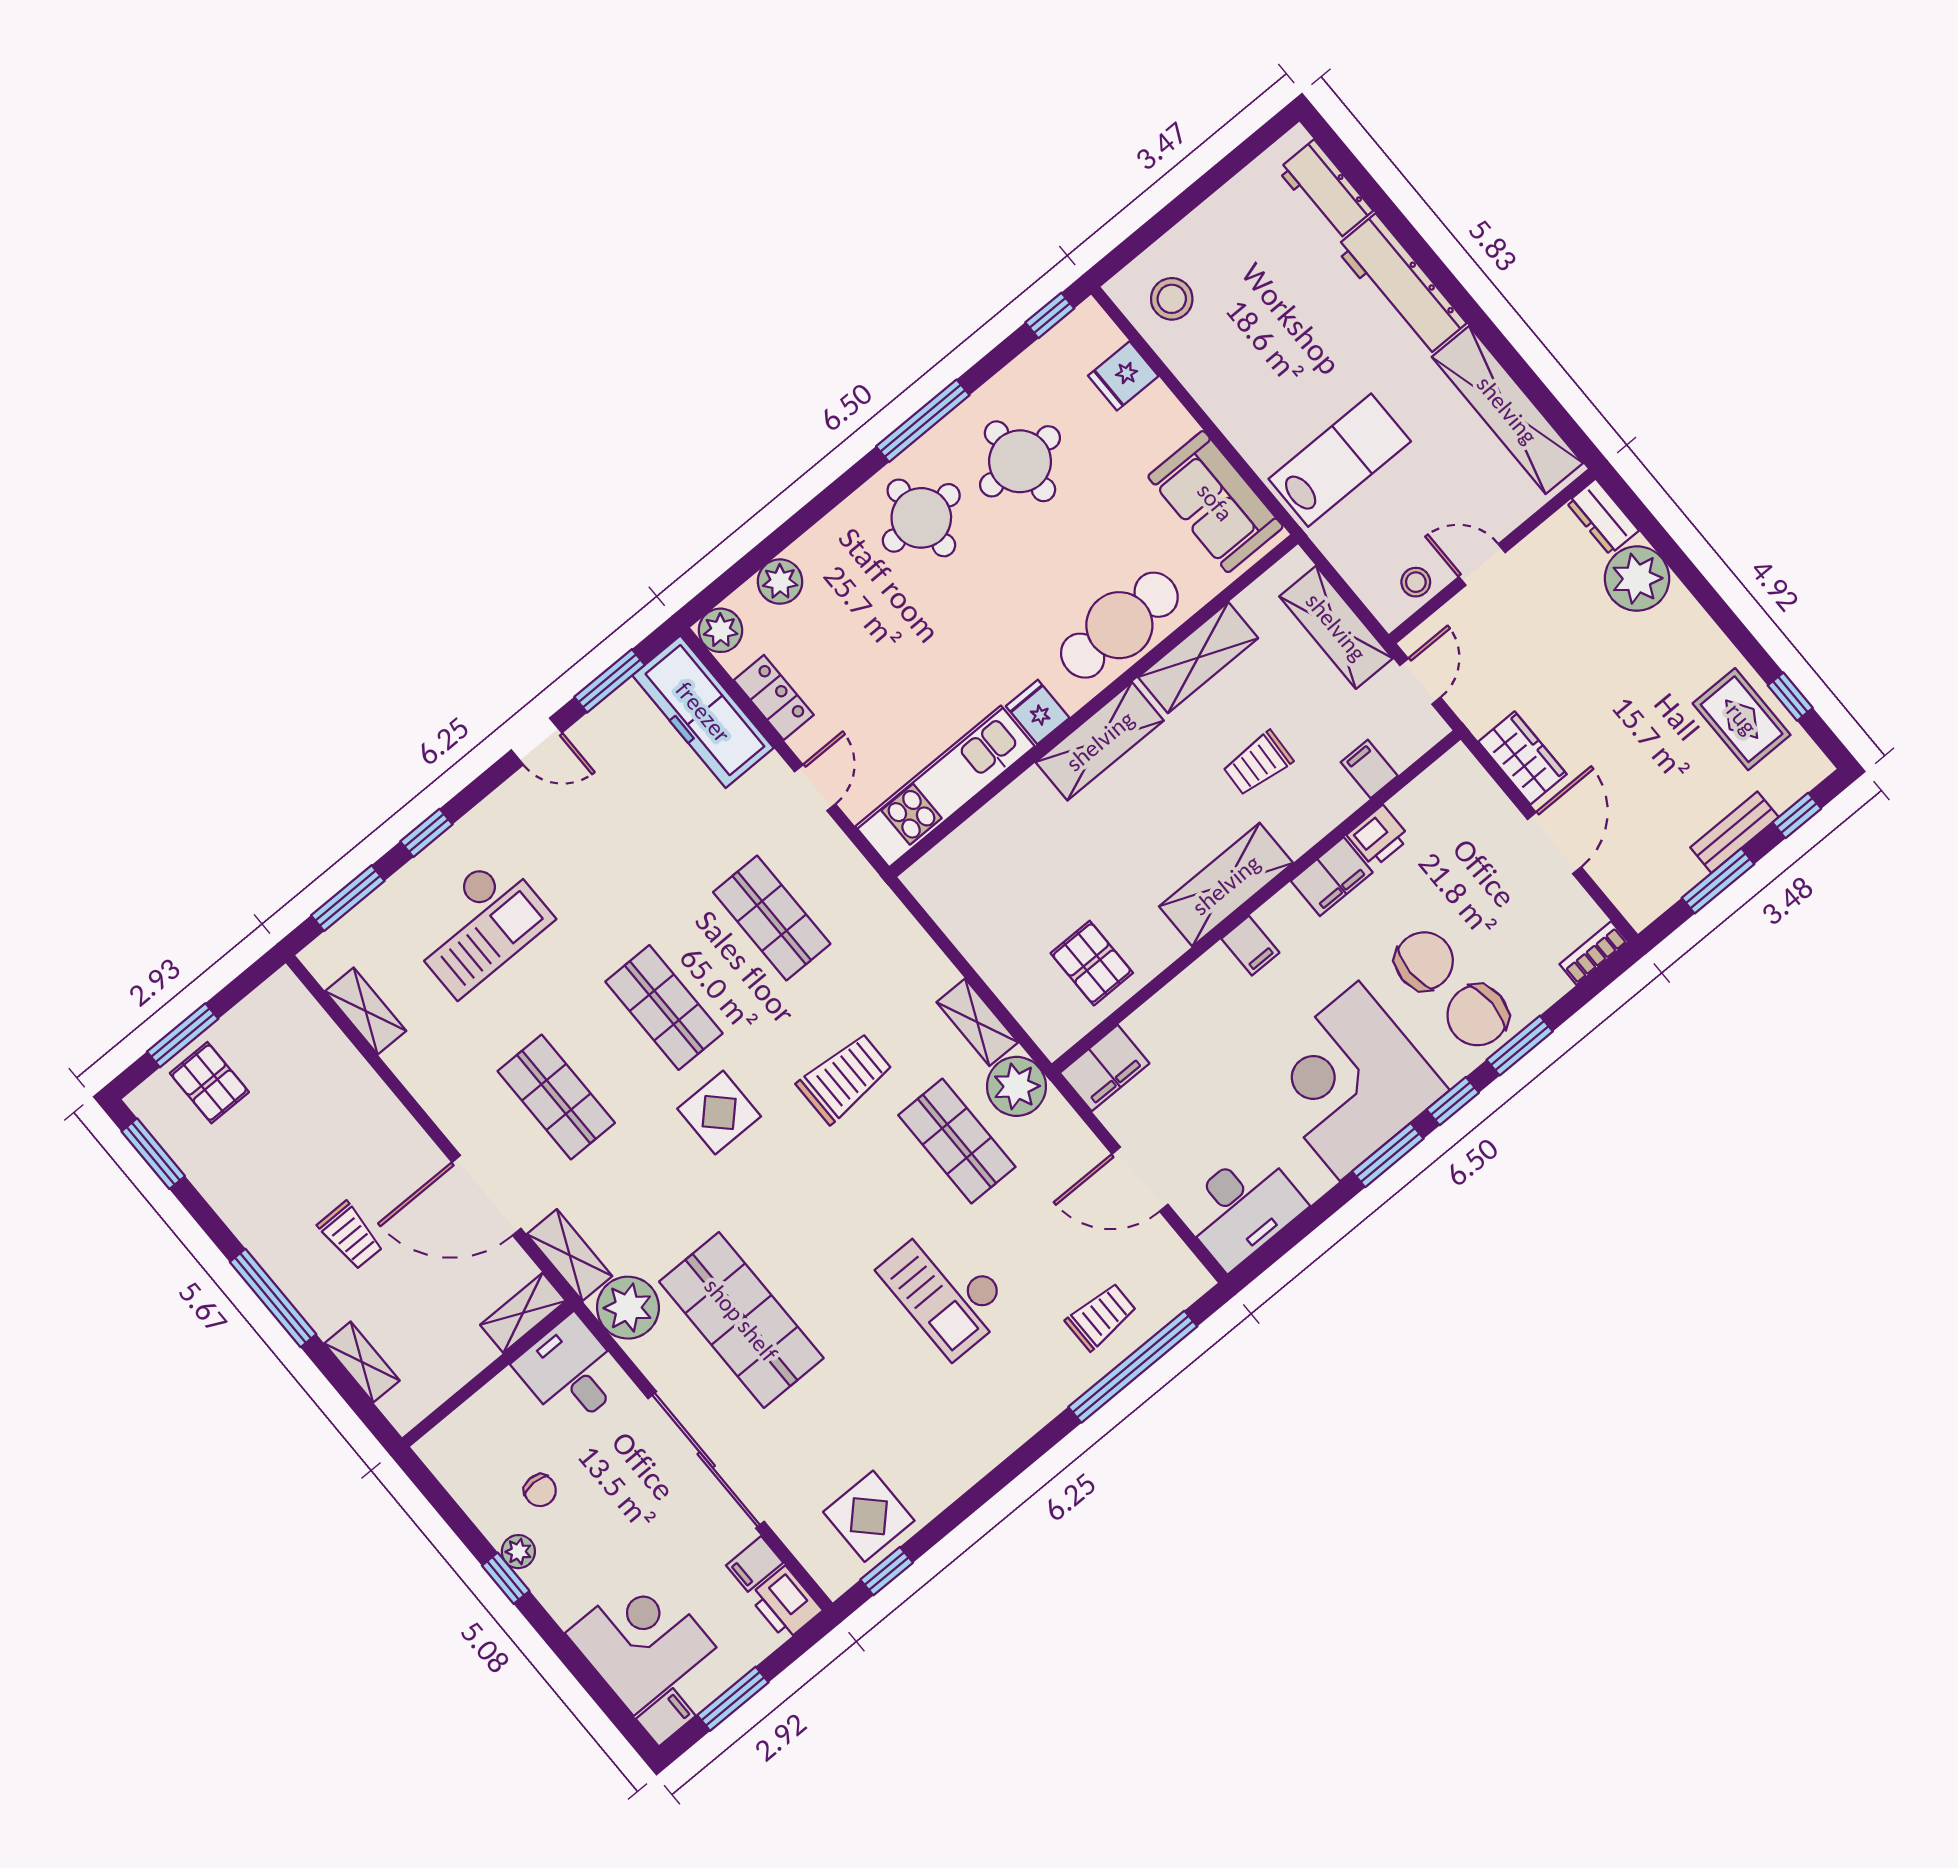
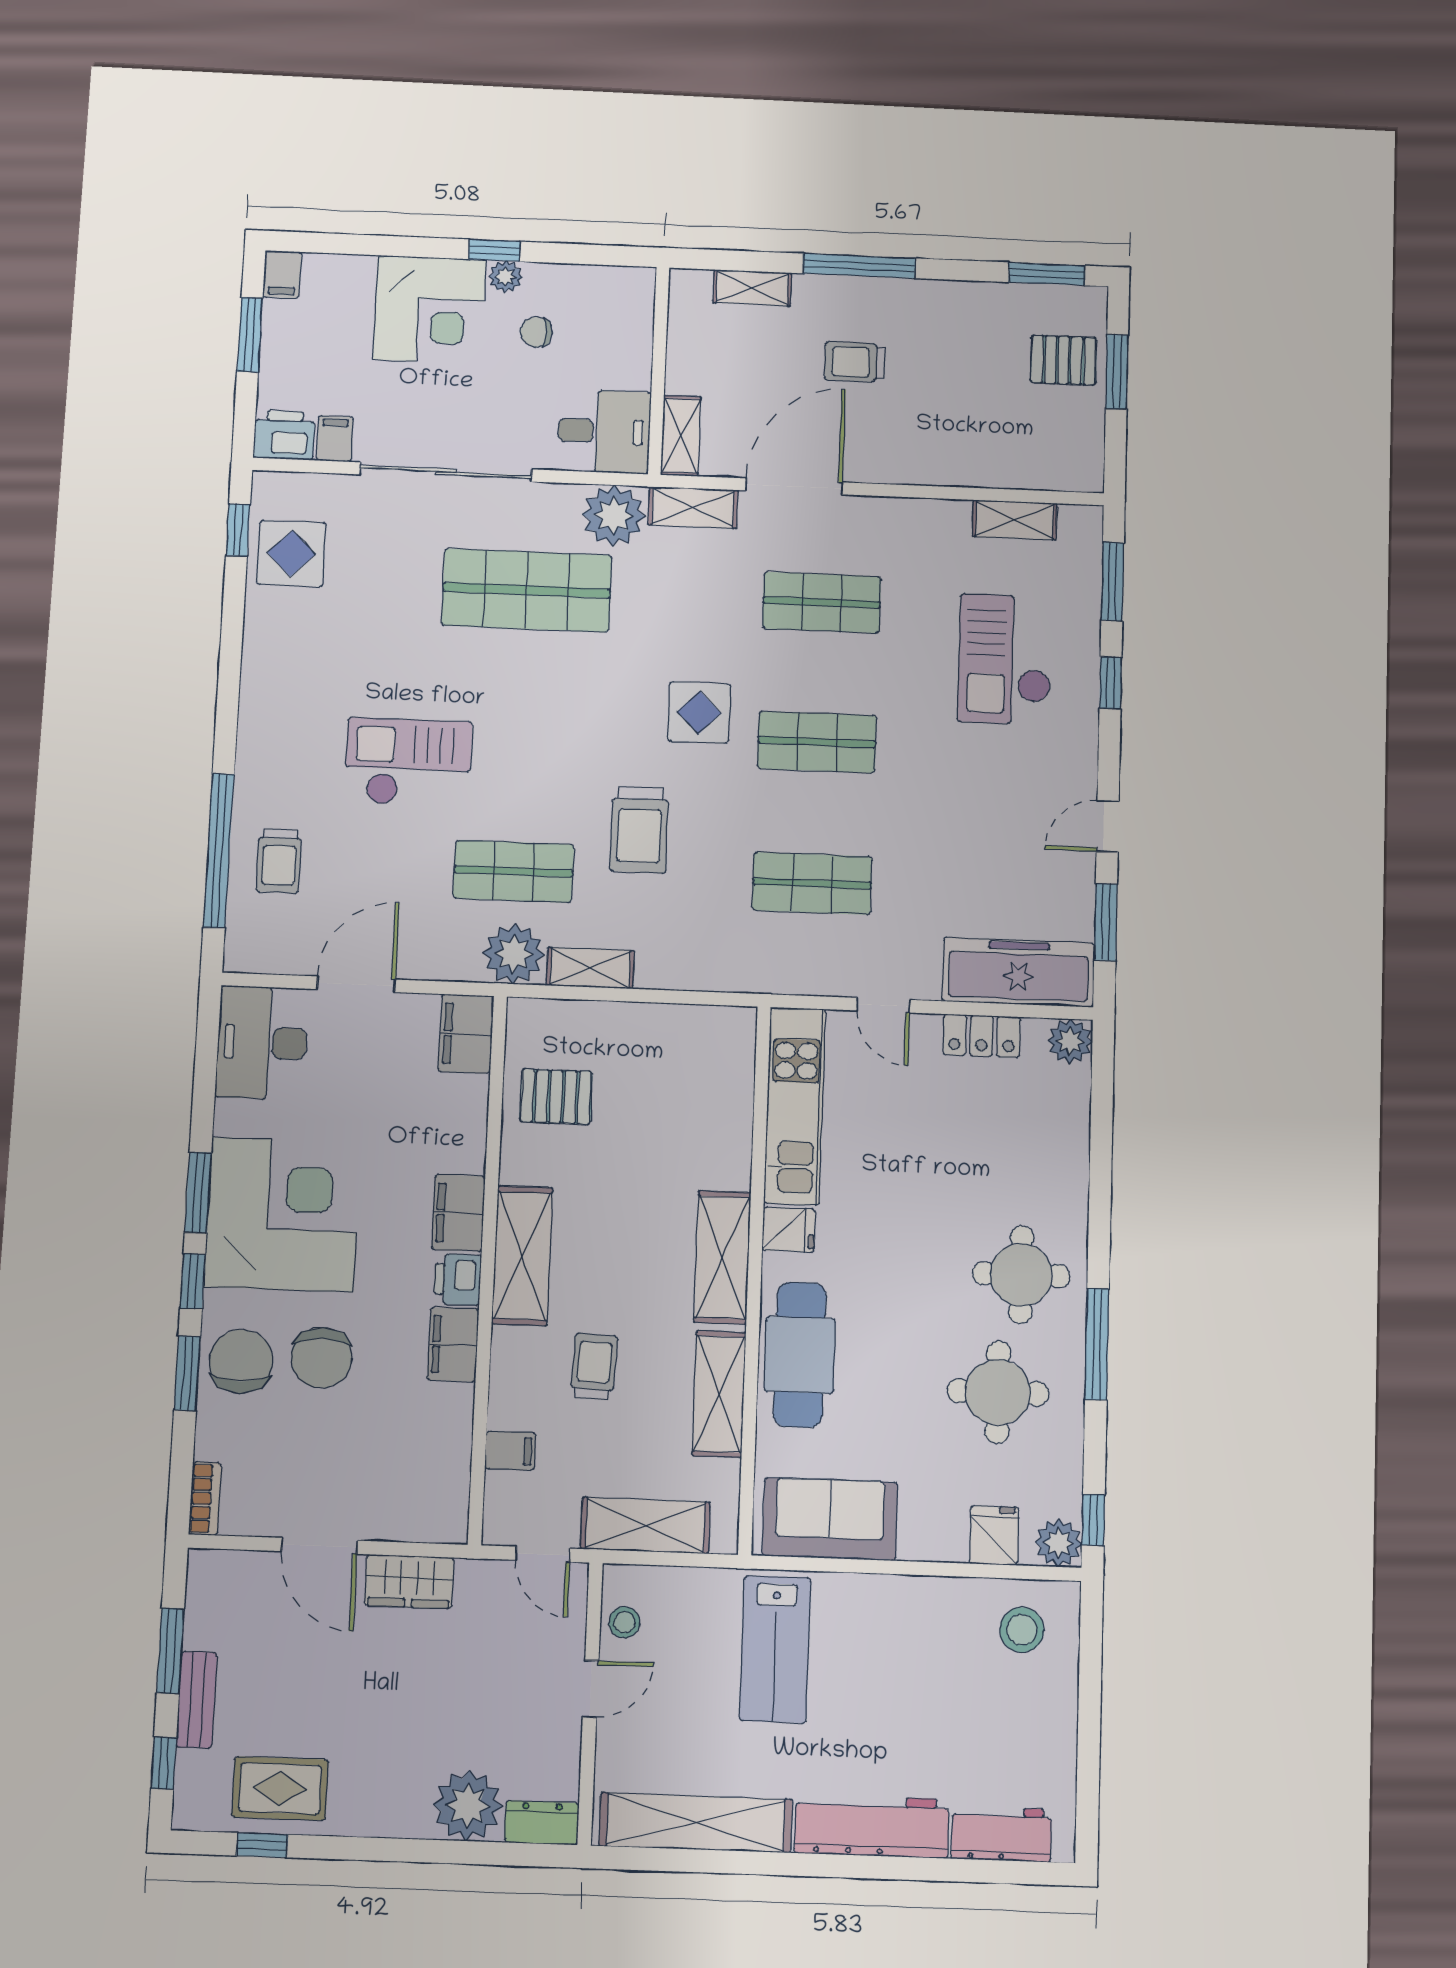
plant: (780, 582) -> (1059, 1543), moved
printer: (1378, 836) -> (458, 1279), moved
filing cabinet: (1250, 946) -> (458, 1213), width x2.00
corner desk: (641, 1640) -> (429, 310), moved

